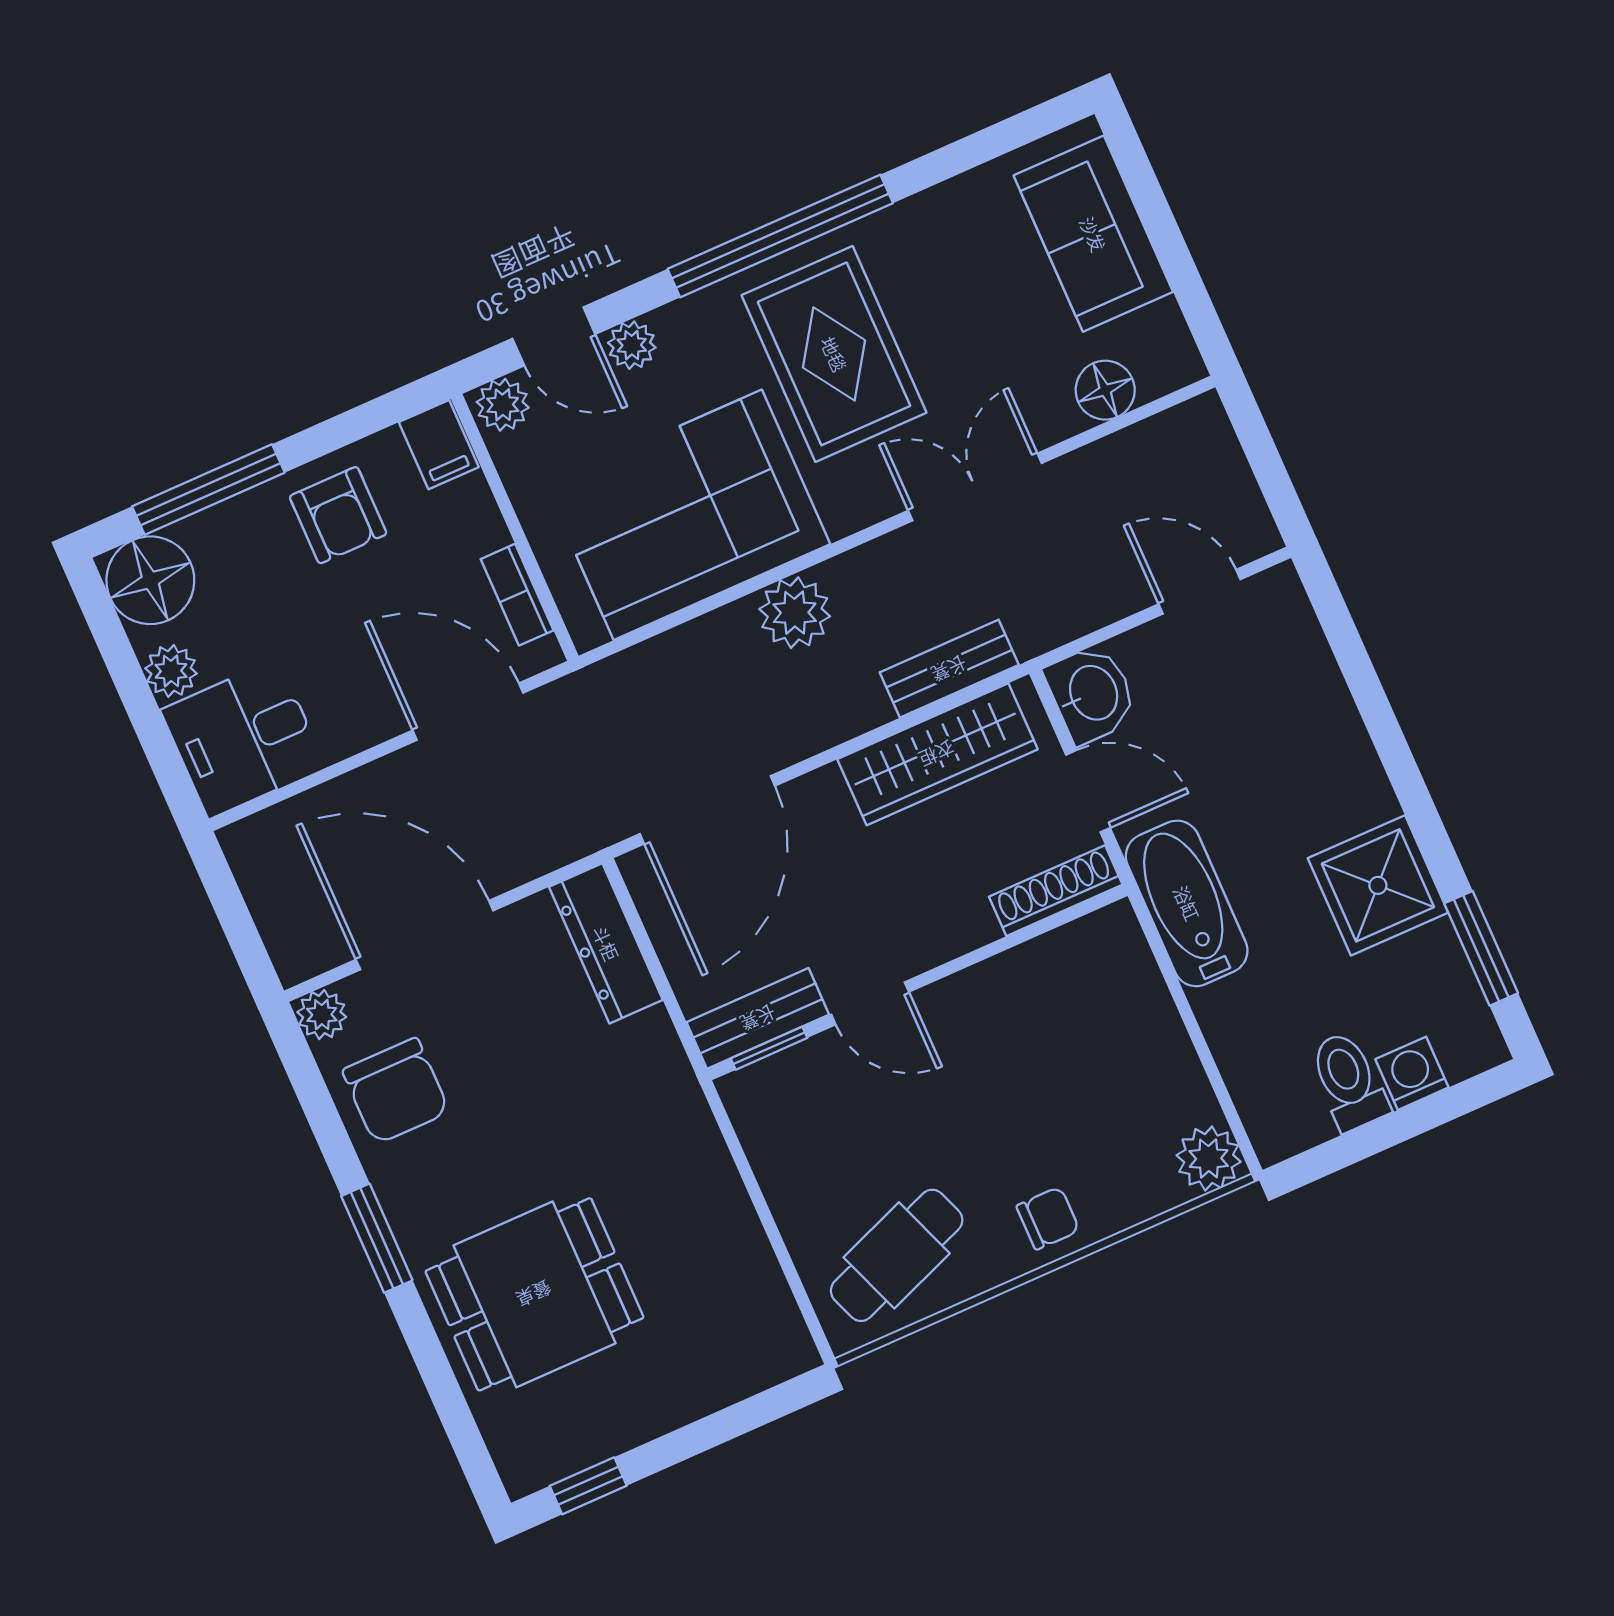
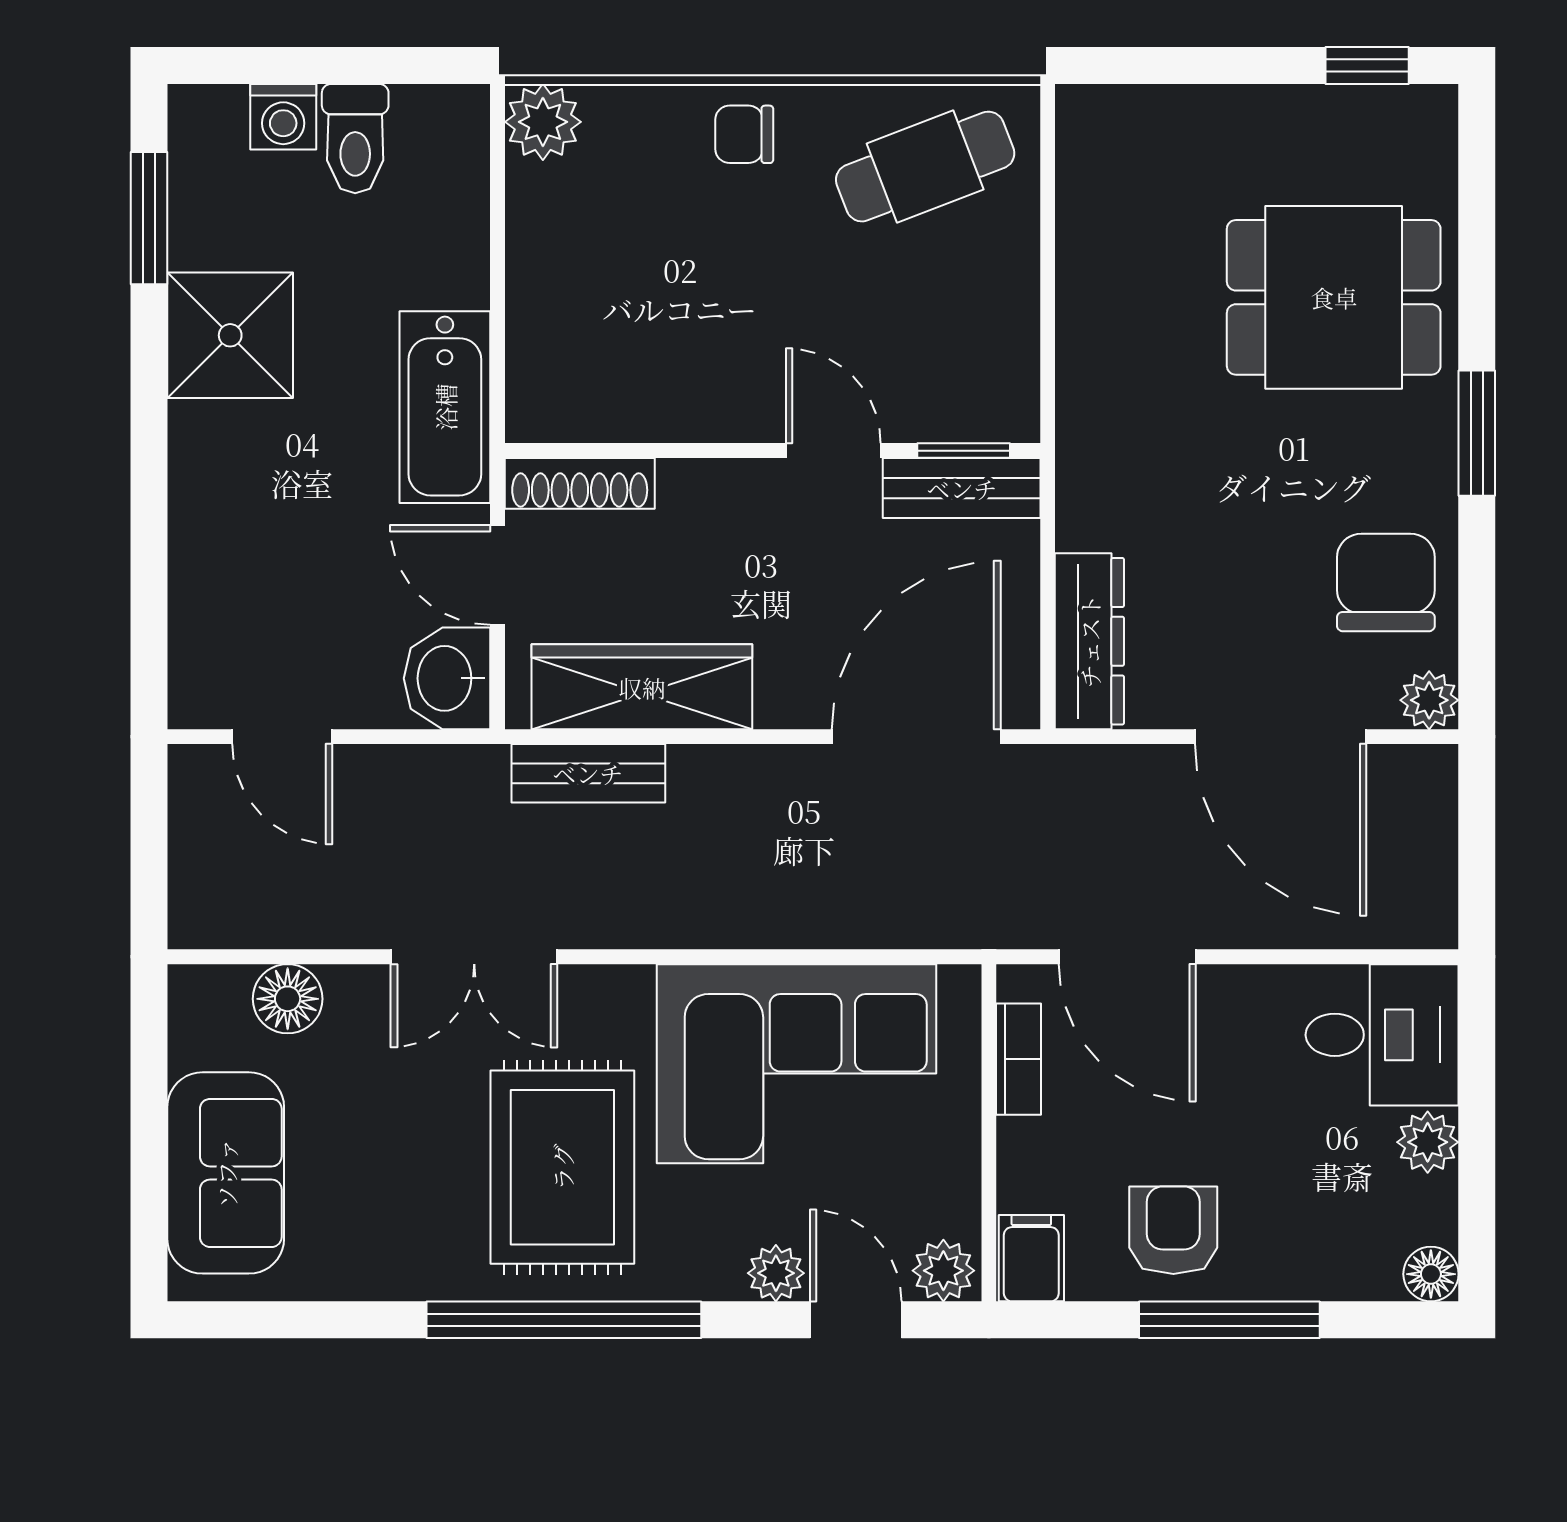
window: (208, 489) -> (1229, 1320), moved
floor lamp: (150, 580) -> (1431, 1274), width x0.53, depth x0.53
plant: (795, 613) -> (728, 907), removed

